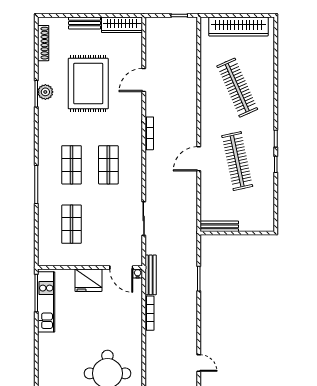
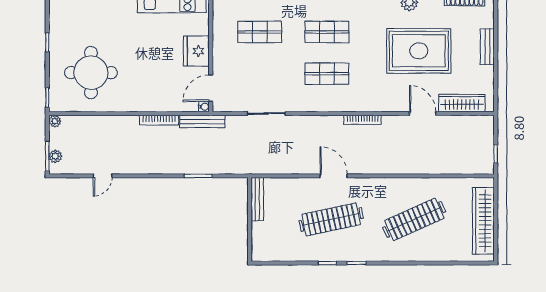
wardrobe: (122, 25) -> (462, 103), moved, turned 90

